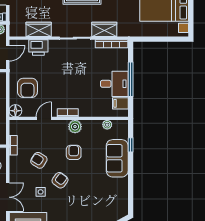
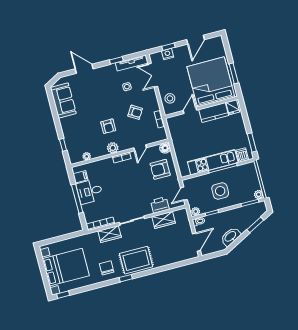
armchair: (27, 88) -> (160, 169), turned -90
sofa: (117, 158) -> (63, 100), moved
armchair: (60, 180) -> (113, 100), removed

